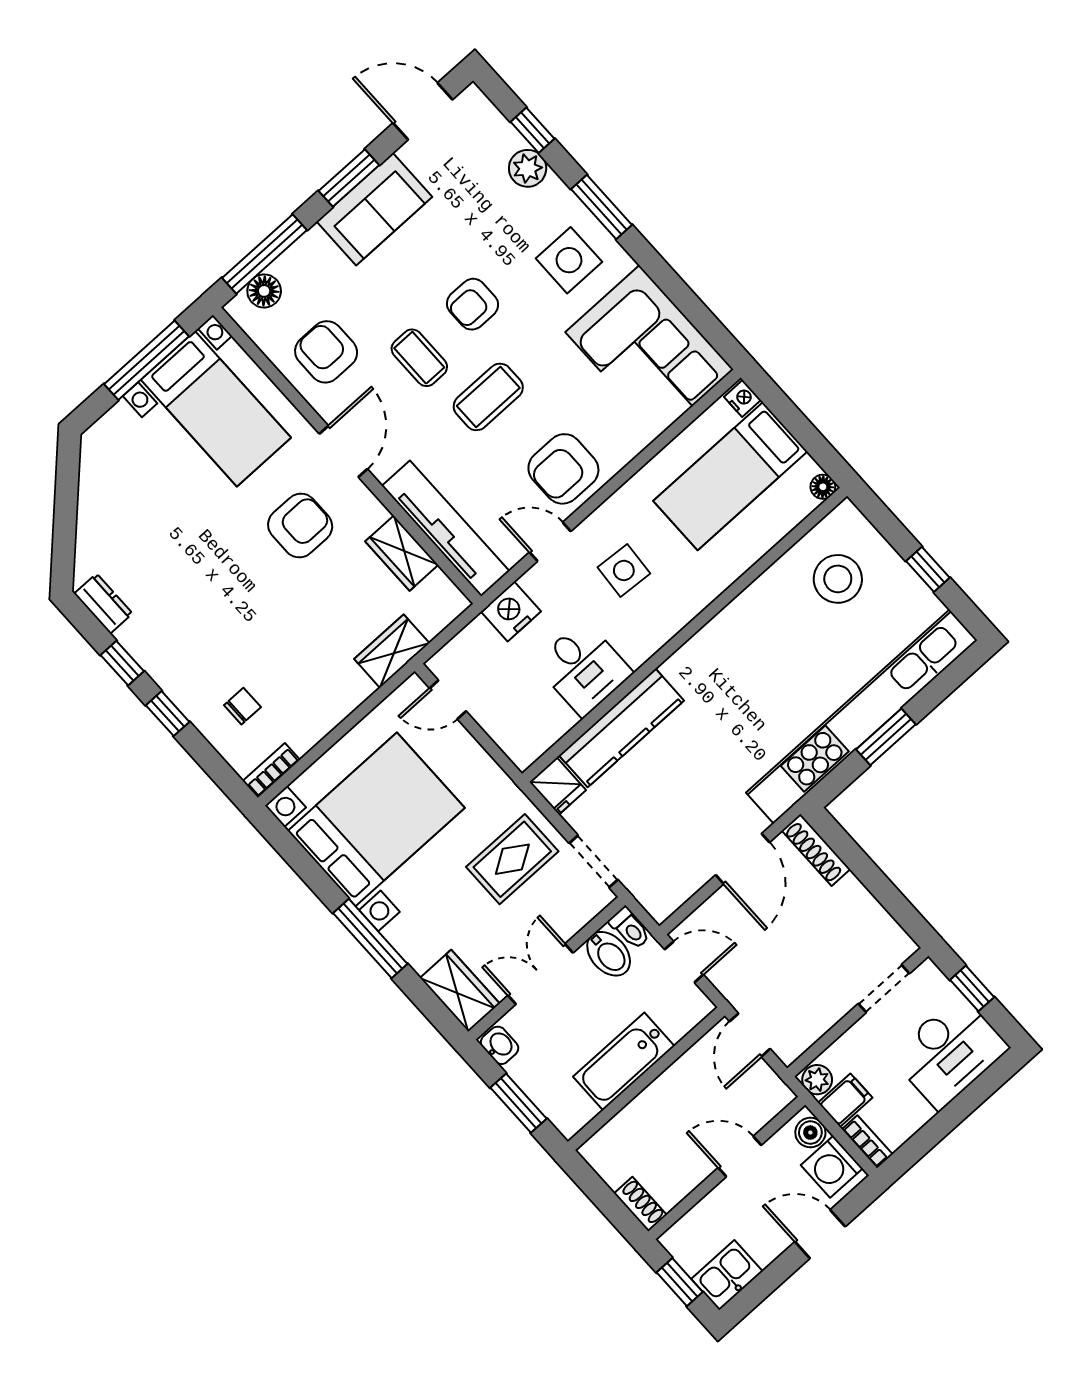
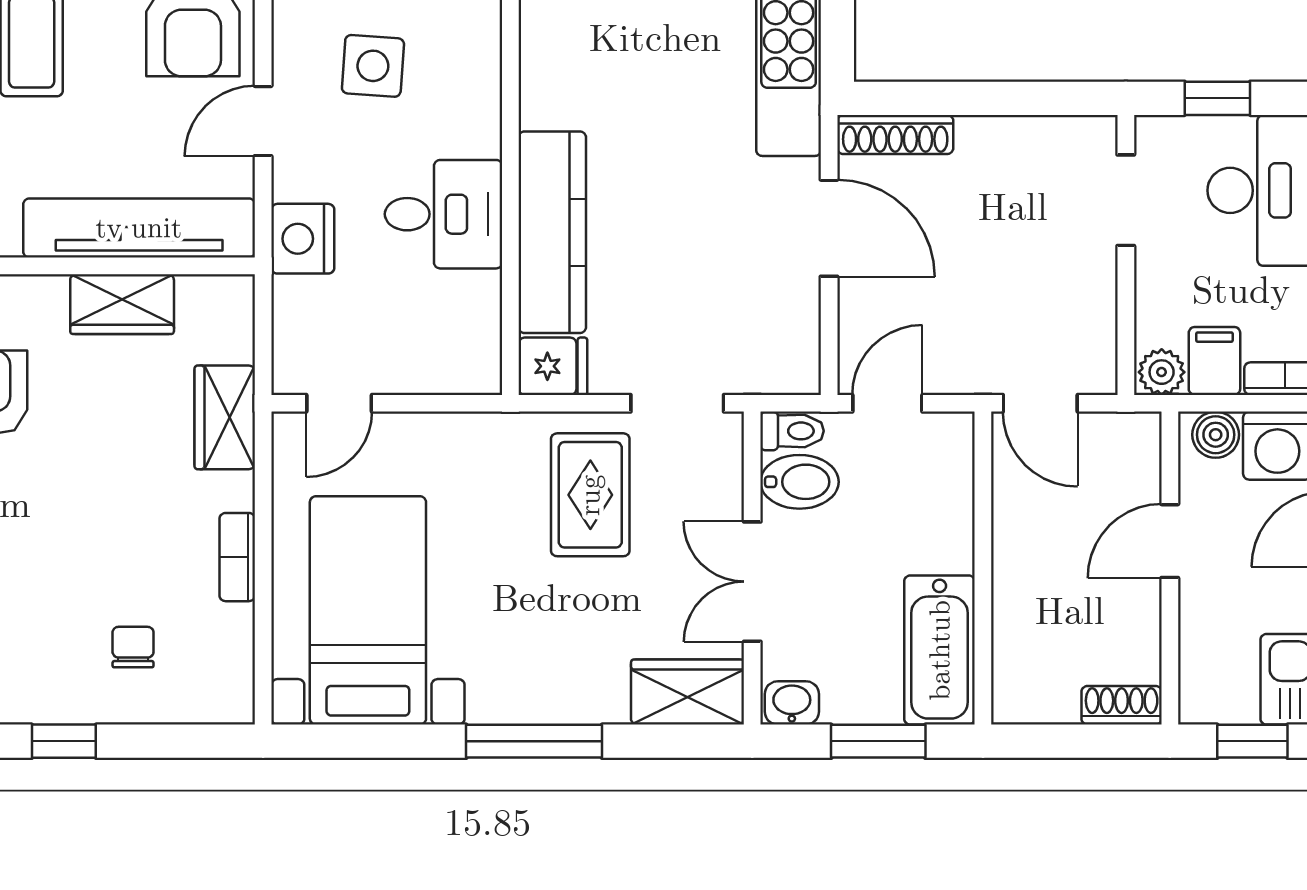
bookcase: (271, 770) -> (237, 557), moved
bed with nightstands: (376, 819) -> (368, 610), width x0.73
bathtub: (624, 1061) -> (940, 650), moved

